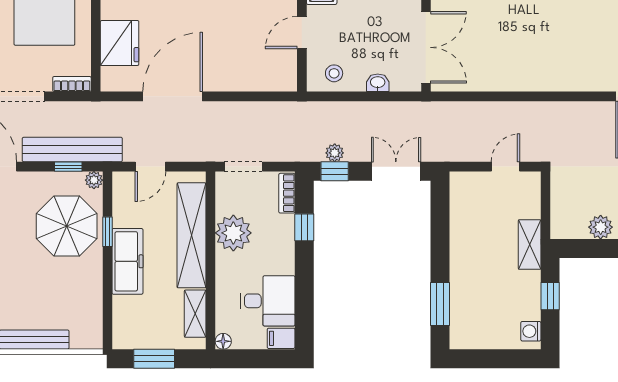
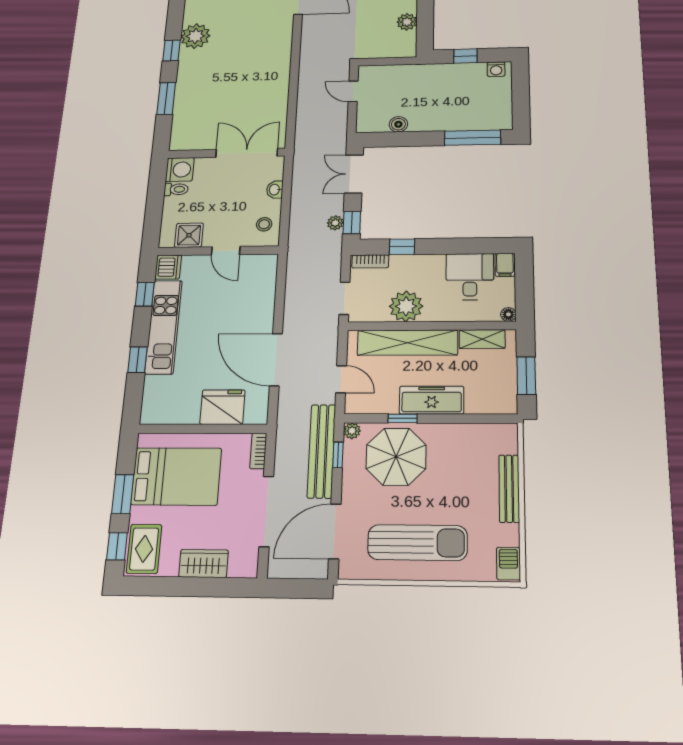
boiler: (460, 220) -> (398, 124), added
shelving: (530, 245) -> (421, 72), removed
window: (440, 304) -> (473, 138), width x1.44

